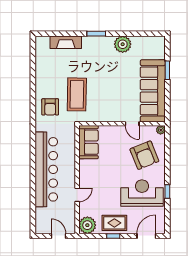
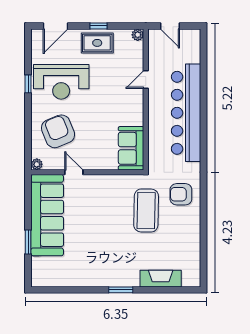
plant: (123, 44) -> (86, 276), removed
armchair: (50, 107) -> (181, 194), turned -90
plant: (87, 225) -> (138, 35), width x0.53, depth x0.53

